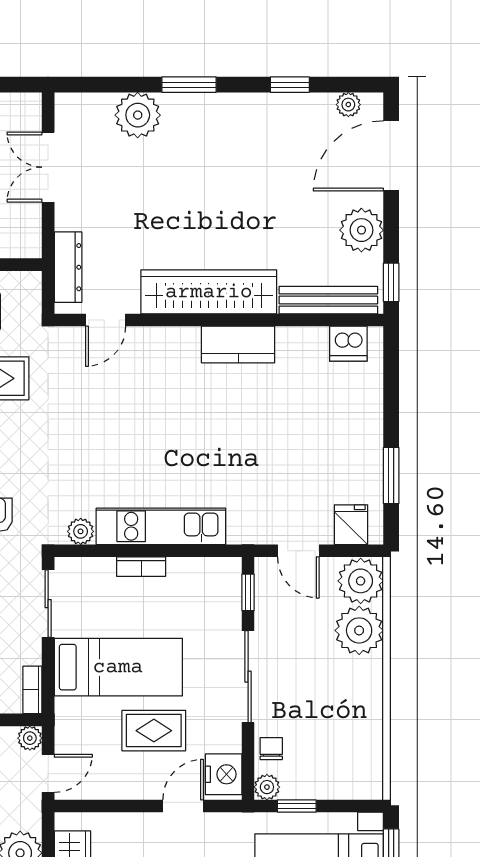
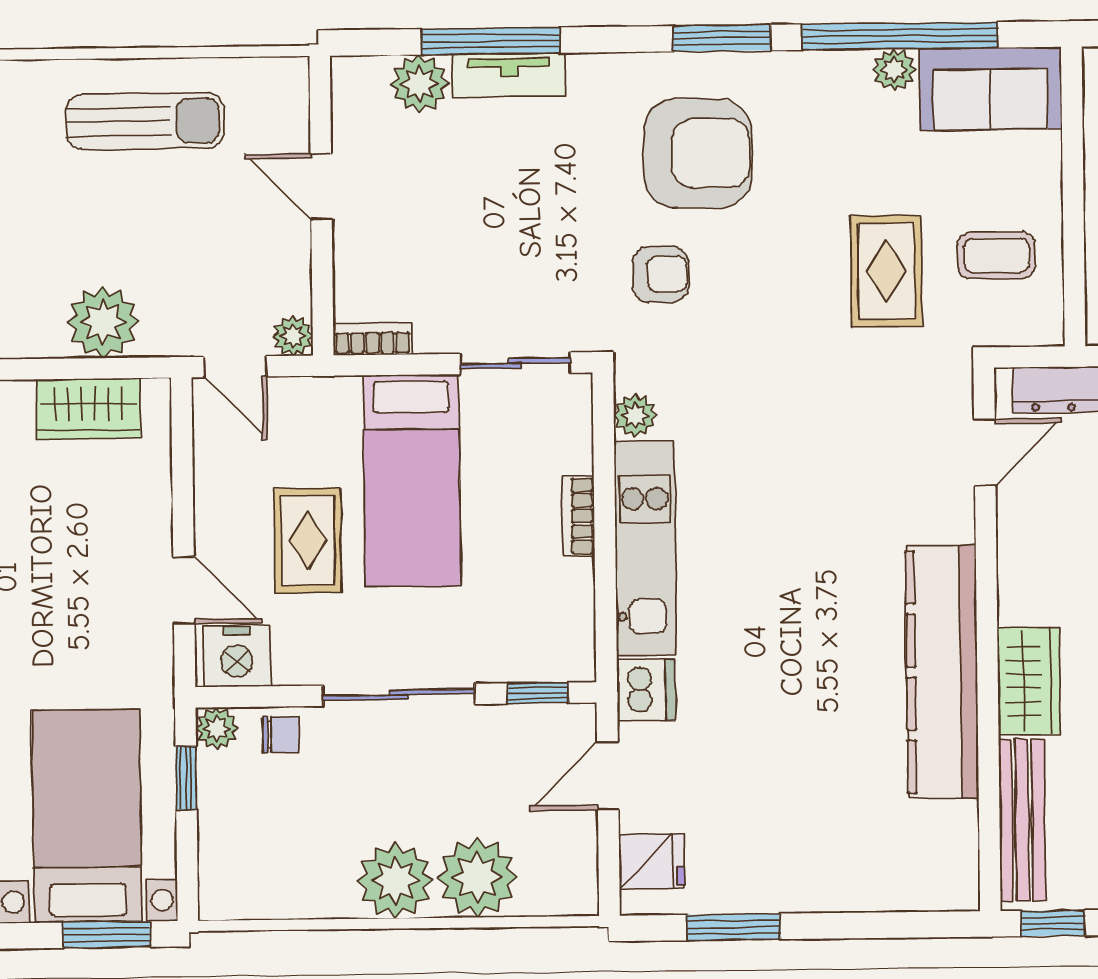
wardrobe: (209, 292) -> (1029, 681), width x0.48, depth x0.85
door: (106, 320) -> (985, 453), swing flipped
kitchen counter: (238, 344) -> (942, 672), width x2.08, depth x1.17
dishwasher: (348, 344) -> (646, 690), moved, turned 180
plant: (361, 581) -> (395, 881), moved

